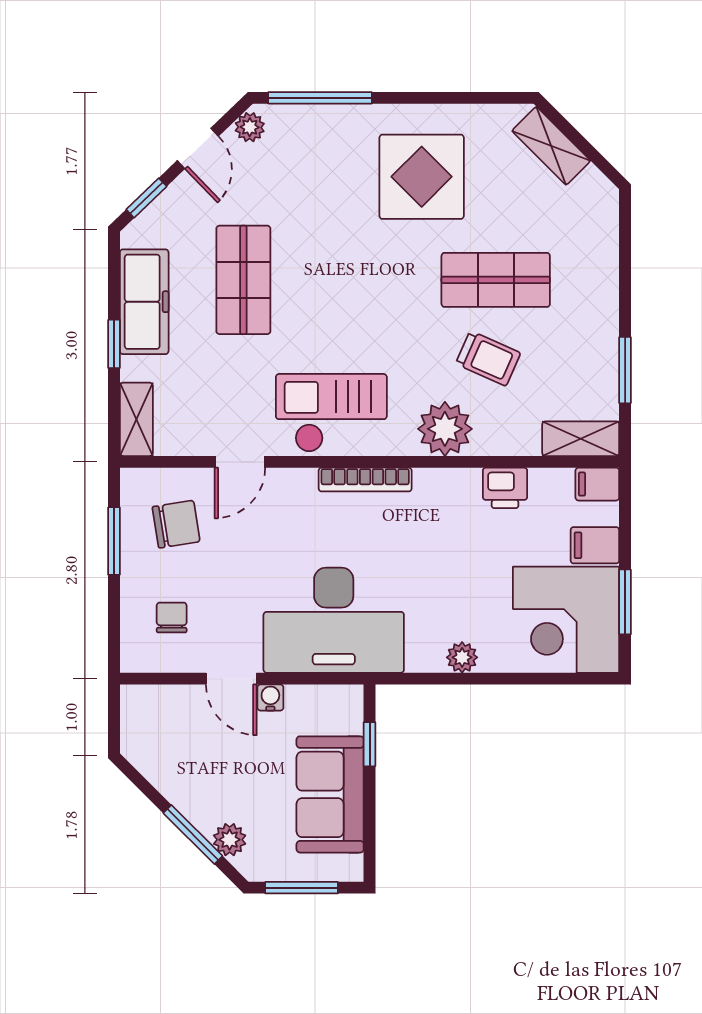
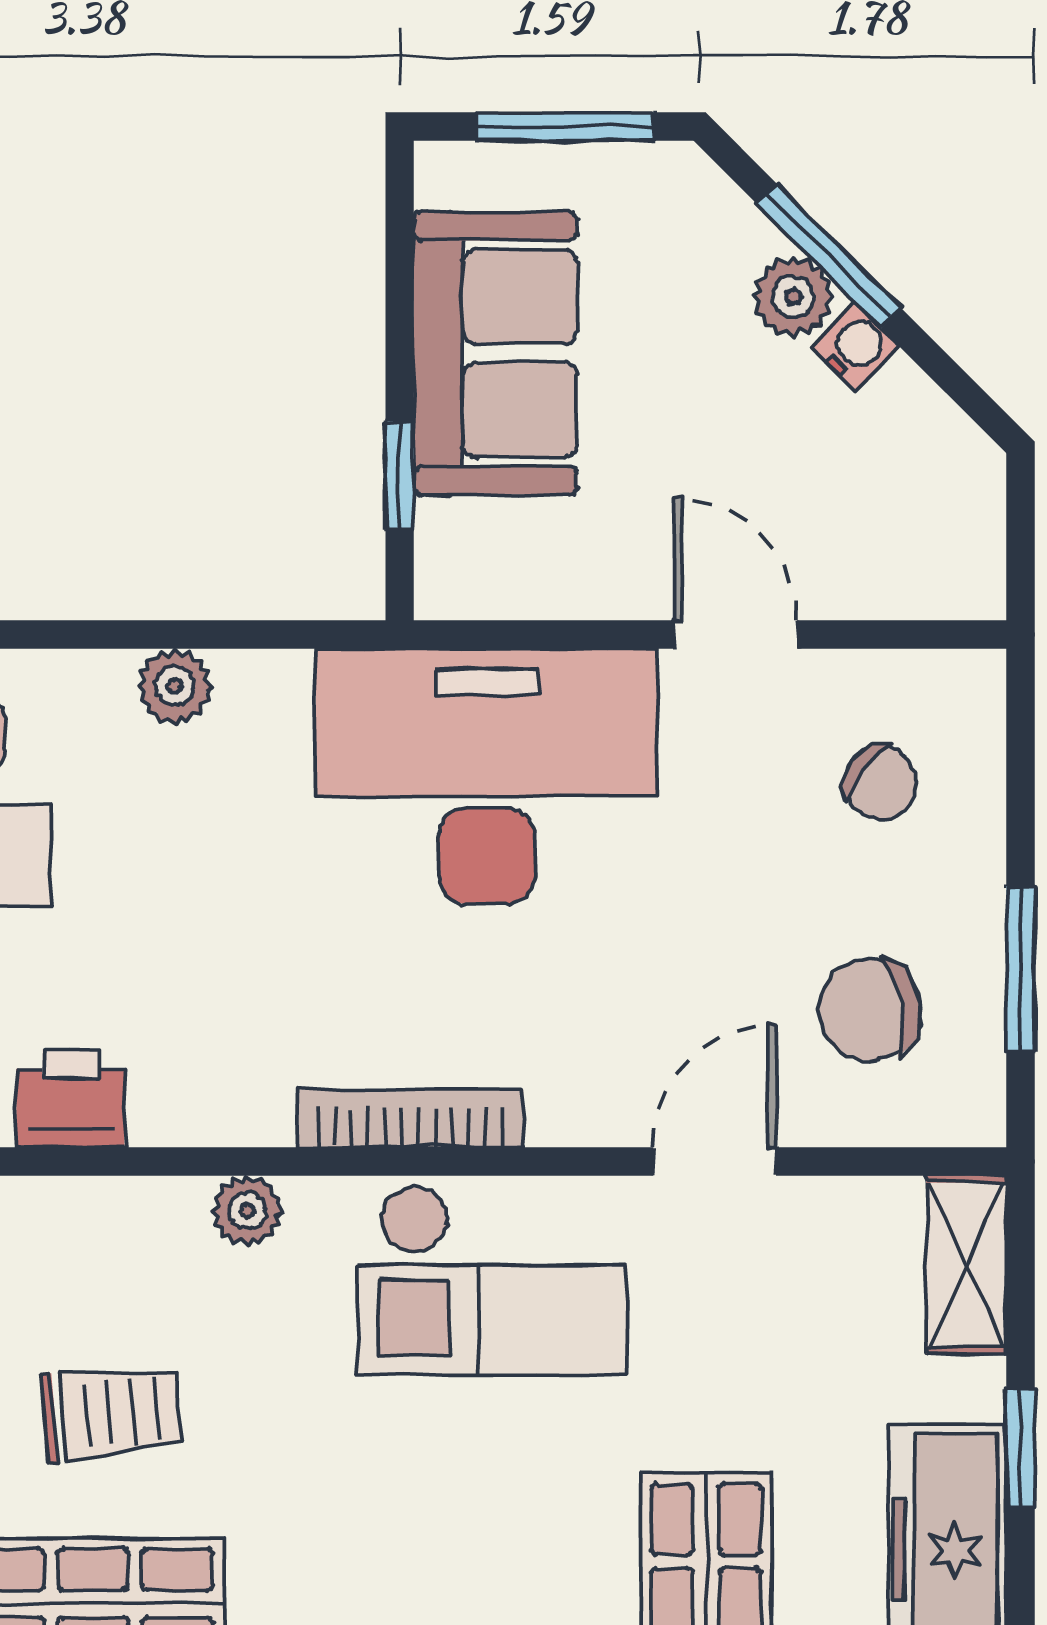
trolley: (488, 358) -> (111, 1413), turned 151
plant: (445, 429) -> (247, 1211), width x0.53, depth x0.53
chair: (172, 618) -> (881, 783), turned -53
water cooler: (270, 697) -> (855, 347), moved, turned -135
plant: (230, 840) -> (793, 297), moved

